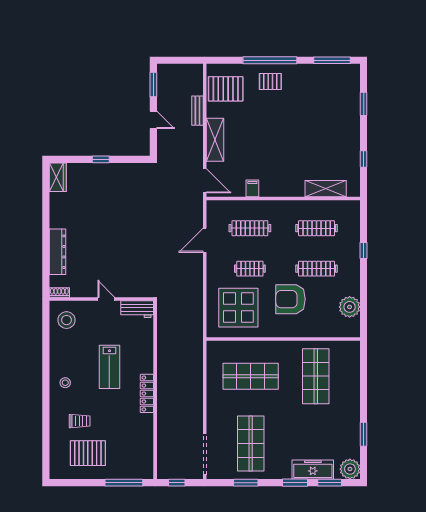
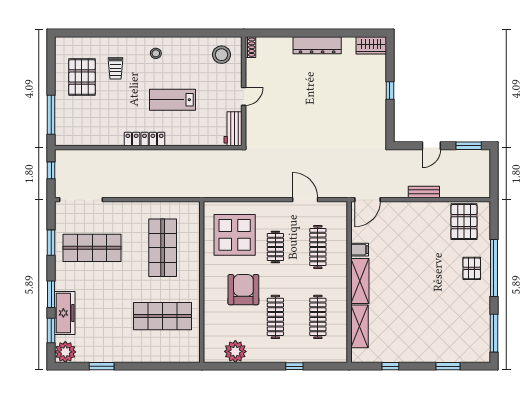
bench: (197, 111) -> (424, 192), moved
shelving: (215, 140) -> (360, 281), moved, turned 90
dresser: (58, 252) -> (317, 45), moved

